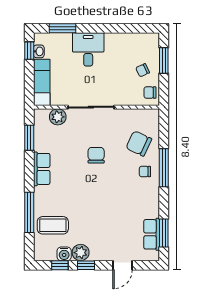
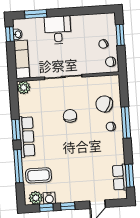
plant: (58, 117) -> (24, 87), moved
window: (29, 138) -> (16, 130), moved
row of seats: (42, 169) -> (27, 137), width x1.48
plant: (81, 253) -> (36, 198), moved

